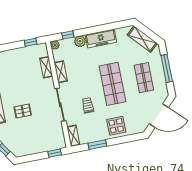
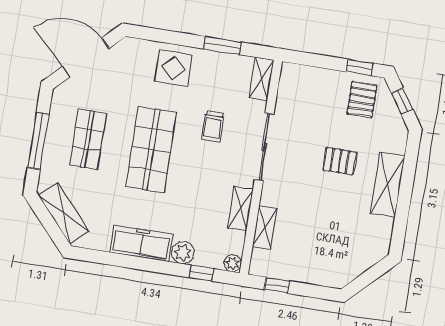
pallet: (23, 144) -> (362, 99), added
window: (55, 153) -> (360, 67), moved

